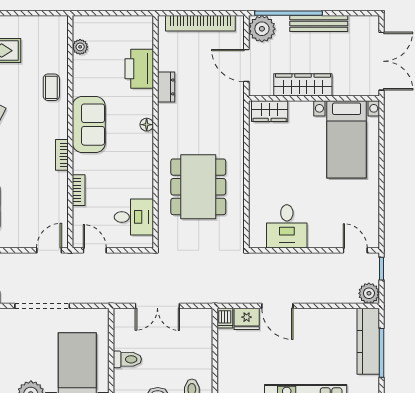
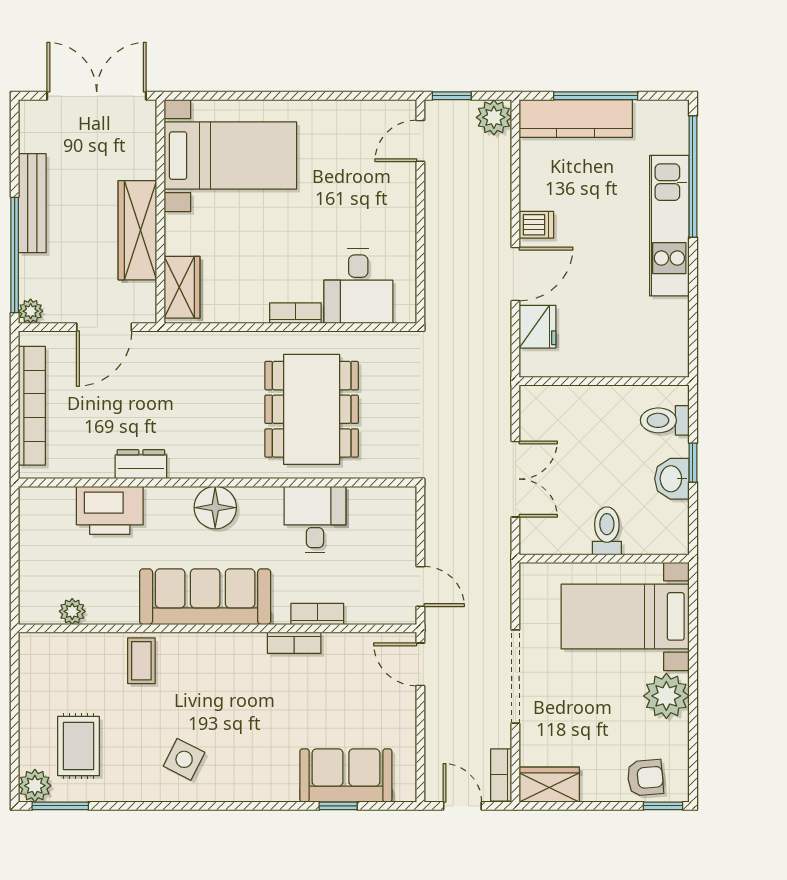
plant: (262, 29) -> (31, 311), width x0.53, depth x0.53
coffee table: (51, 87) -> (141, 661), turned 90
sofa: (89, 125) -> (205, 597), width x1.36
floor lamp: (147, 125) -> (215, 508), width x1.89, depth x1.89
bookcase: (62, 155) -> (294, 643), moved
bookcase: (255, 177) -> (295, 313), added
dining table: (198, 187) -> (312, 409), turned 90
desk: (134, 217) -> (315, 520), moved
desk: (287, 226) -> (358, 286), moved, turned 90
door: (95, 250) -> (420, 586), swing flipped
dishwasher: (225, 318) -> (536, 225), moved

